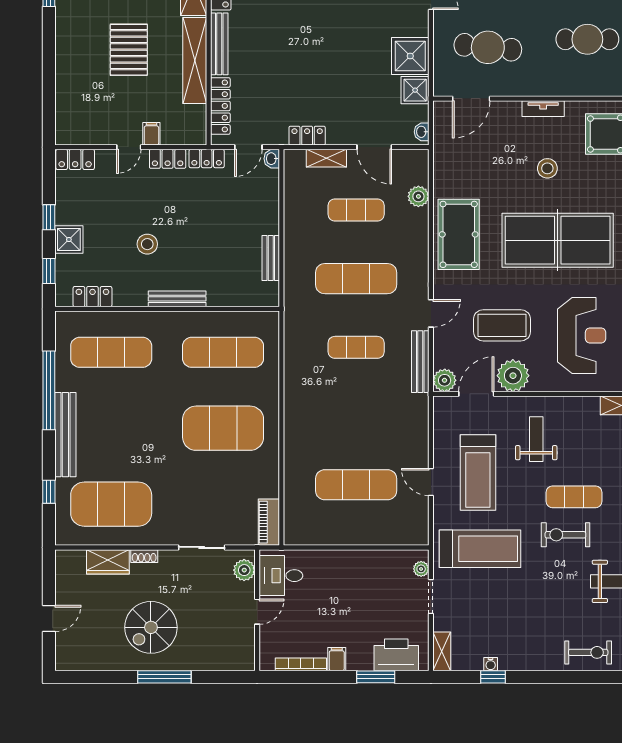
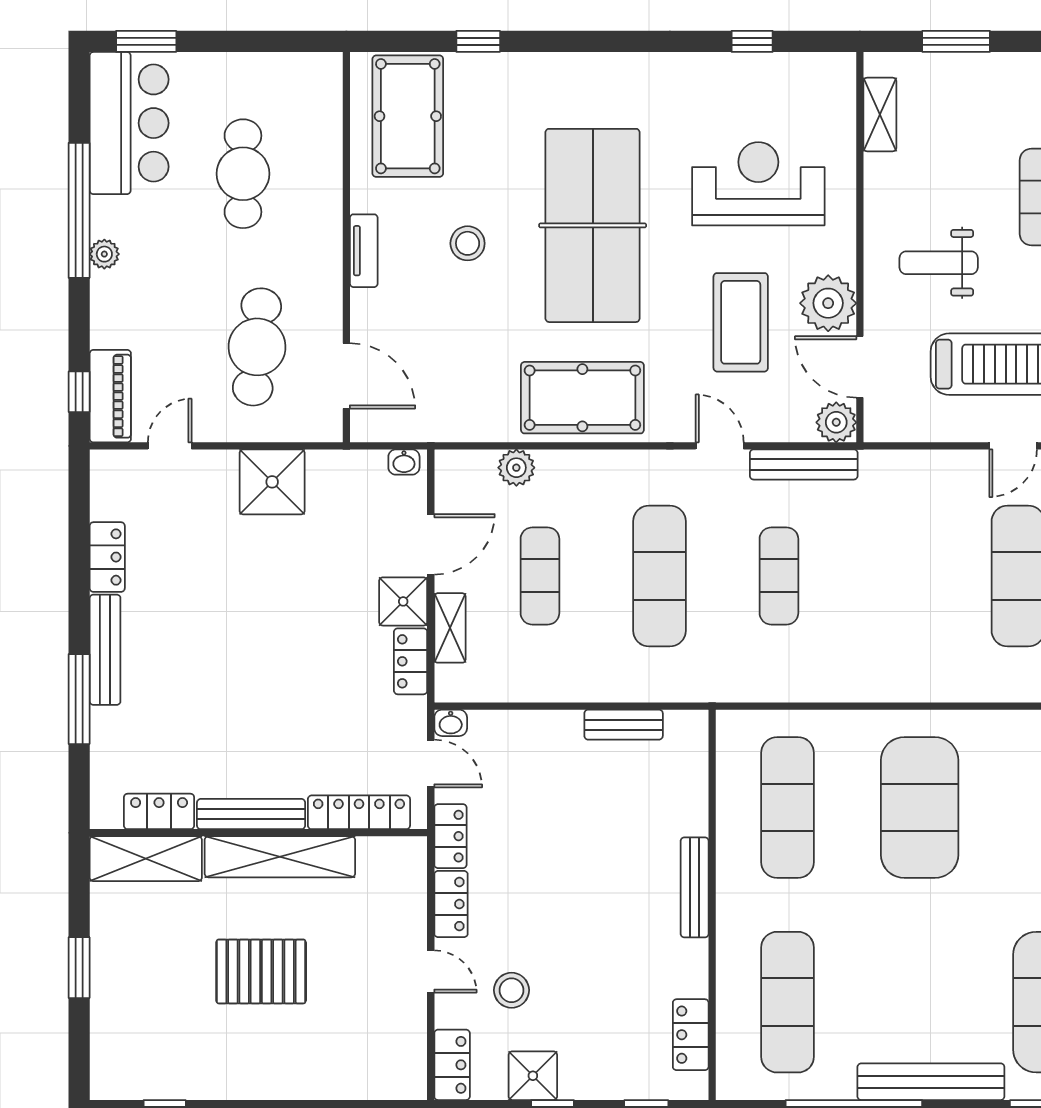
shower: (415, 90) -> (403, 601), moved
filing cabinet: (151, 134) -> (408, 932), removed
shower: (69, 240) -> (533, 1076), moved
stool: (147, 244) -> (512, 990), moved

